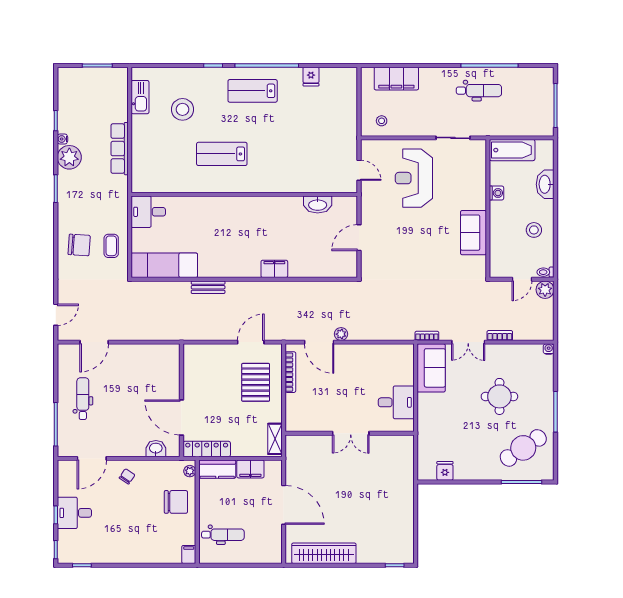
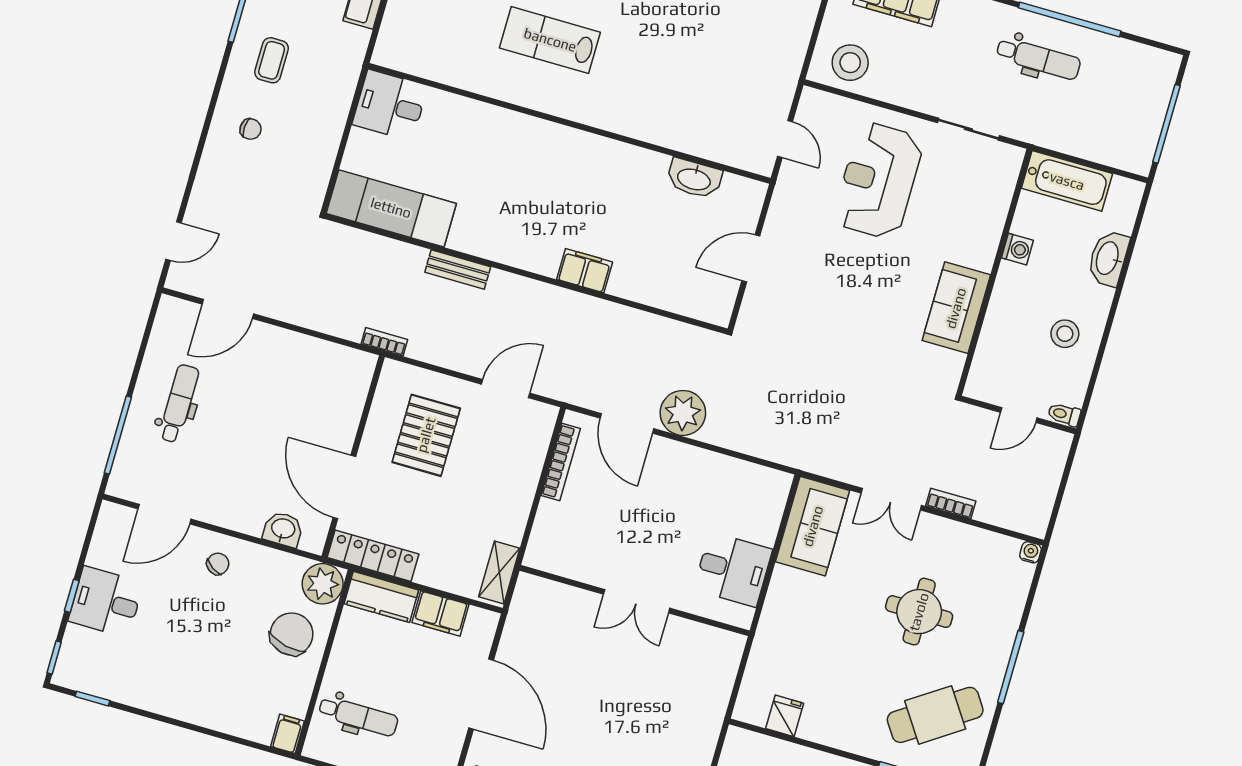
stool: (382, 121) -> (850, 63), width x1.89, depth x1.89
chair: (79, 245) -> (251, 129), width x0.54, depth x0.54
coffee table: (111, 246) -> (272, 60), moved
plant: (545, 290) -> (1054, 445), removed
plant: (341, 334) -> (683, 413), width x1.88, depth x1.88
bookcase: (427, 336) -> (384, 342), moved
pallet: (256, 382) -> (426, 435), moved
plant: (190, 471) -> (323, 584), width x1.87, depth x1.87
chair: (176, 502) -> (292, 634), turned -77

